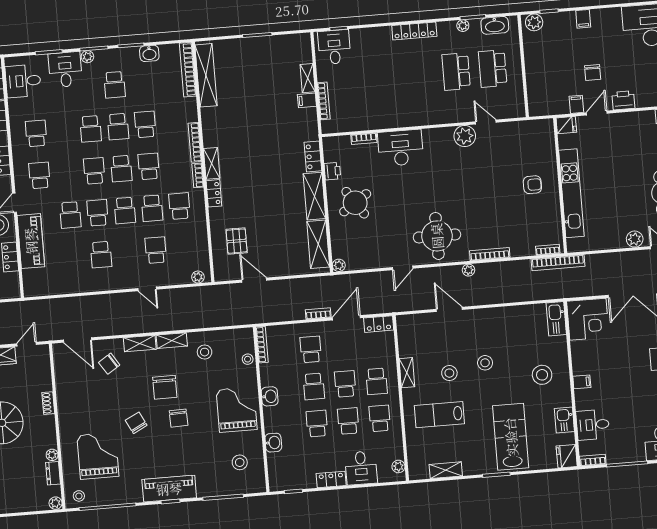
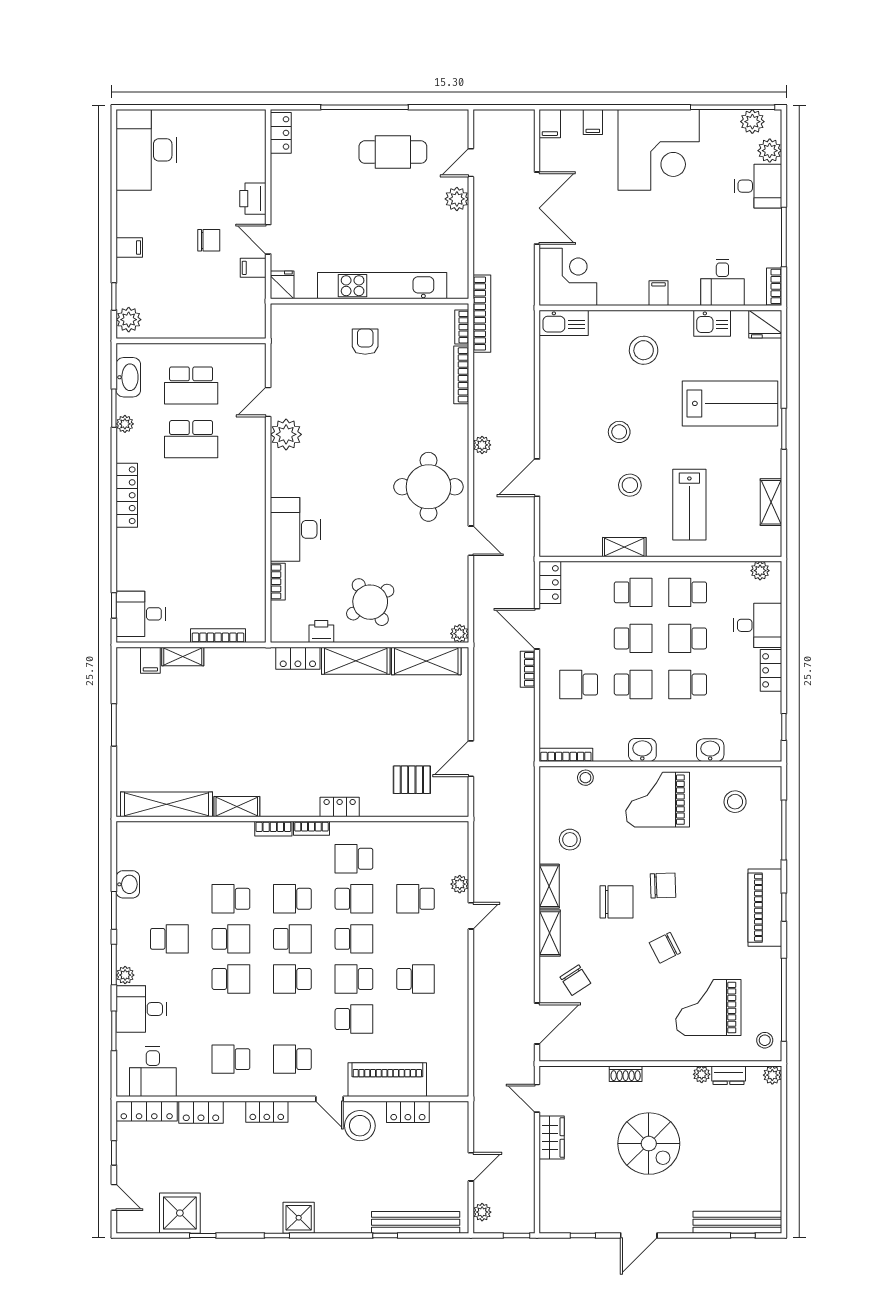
bookcase: (188, 70) -> (156, 830), removed
filing cabinet: (307, 100) -> (150, 660), moved
bookcase: (195, 142) -> (273, 829), width x0.64
shelving: (212, 163) -> (237, 807), moved
bookcase: (490, 254) -> (461, 375), moved
plant: (198, 277) -> (460, 884), moved
school desk: (345, 384) -> (633, 638), turned 180
lab bench: (511, 437) -> (730, 403), turned 180

